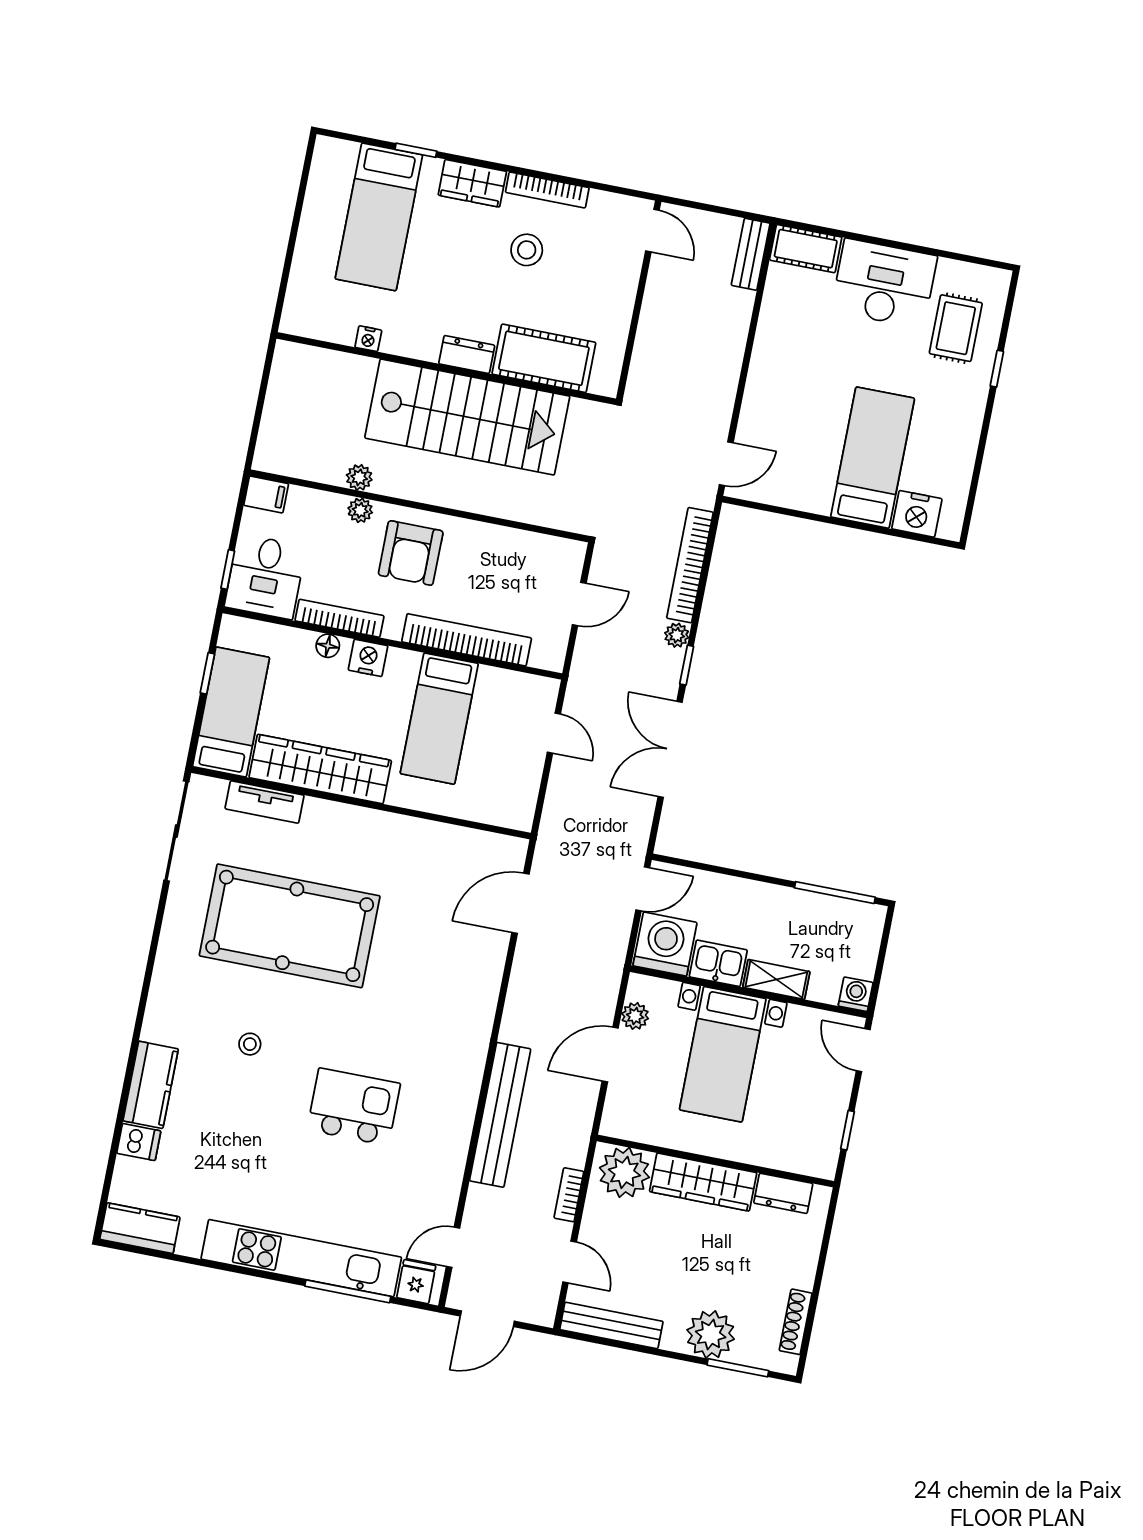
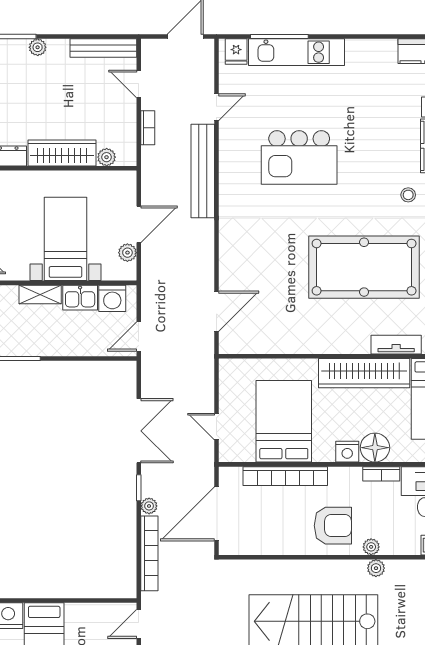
armchair: (411, 553) -> (333, 526), turned 90
door: (579, 604) -> (217, 514), width x1.87
bookcase: (339, 618) -> (381, 474), width x0.64
floor lamp: (328, 646) -> (375, 448), width x1.89, depth x1.89
bed: (439, 719) -> (284, 421), width x1.50
washing machine: (665, 944) -> (112, 298), width x0.73, depth x0.73
stool: (250, 1044) -> (408, 195), moved
kitchen island: (354, 1107) -> (299, 158), width x1.37, depth x1.28
plant: (624, 1172) -> (107, 157), width x0.53, depth x0.53
door: (453, 1247) -> (217, 107), moved
kitchen unit: (301, 1258) -> (297, 52), width x0.73
plant: (711, 1334) -> (38, 47), width x0.53, depth x0.53

